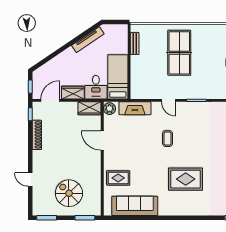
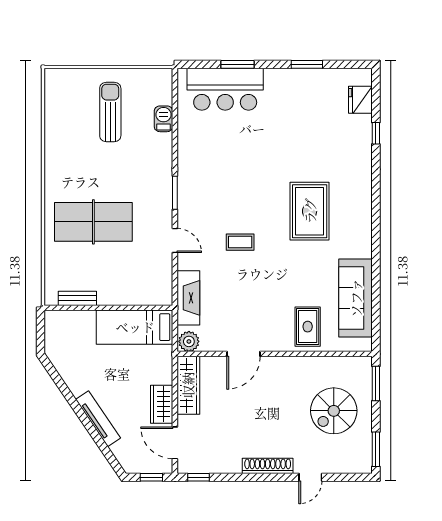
tv unit: (88, 40) -> (98, 419), moved
desk: (96, 87) -> (152, 365), removed
door: (168, 100) -> (175, 241), hinge flipped
wardrobe: (90, 108) -> (188, 385), width x1.50
shoe rack: (37, 135) -> (268, 466), moved

